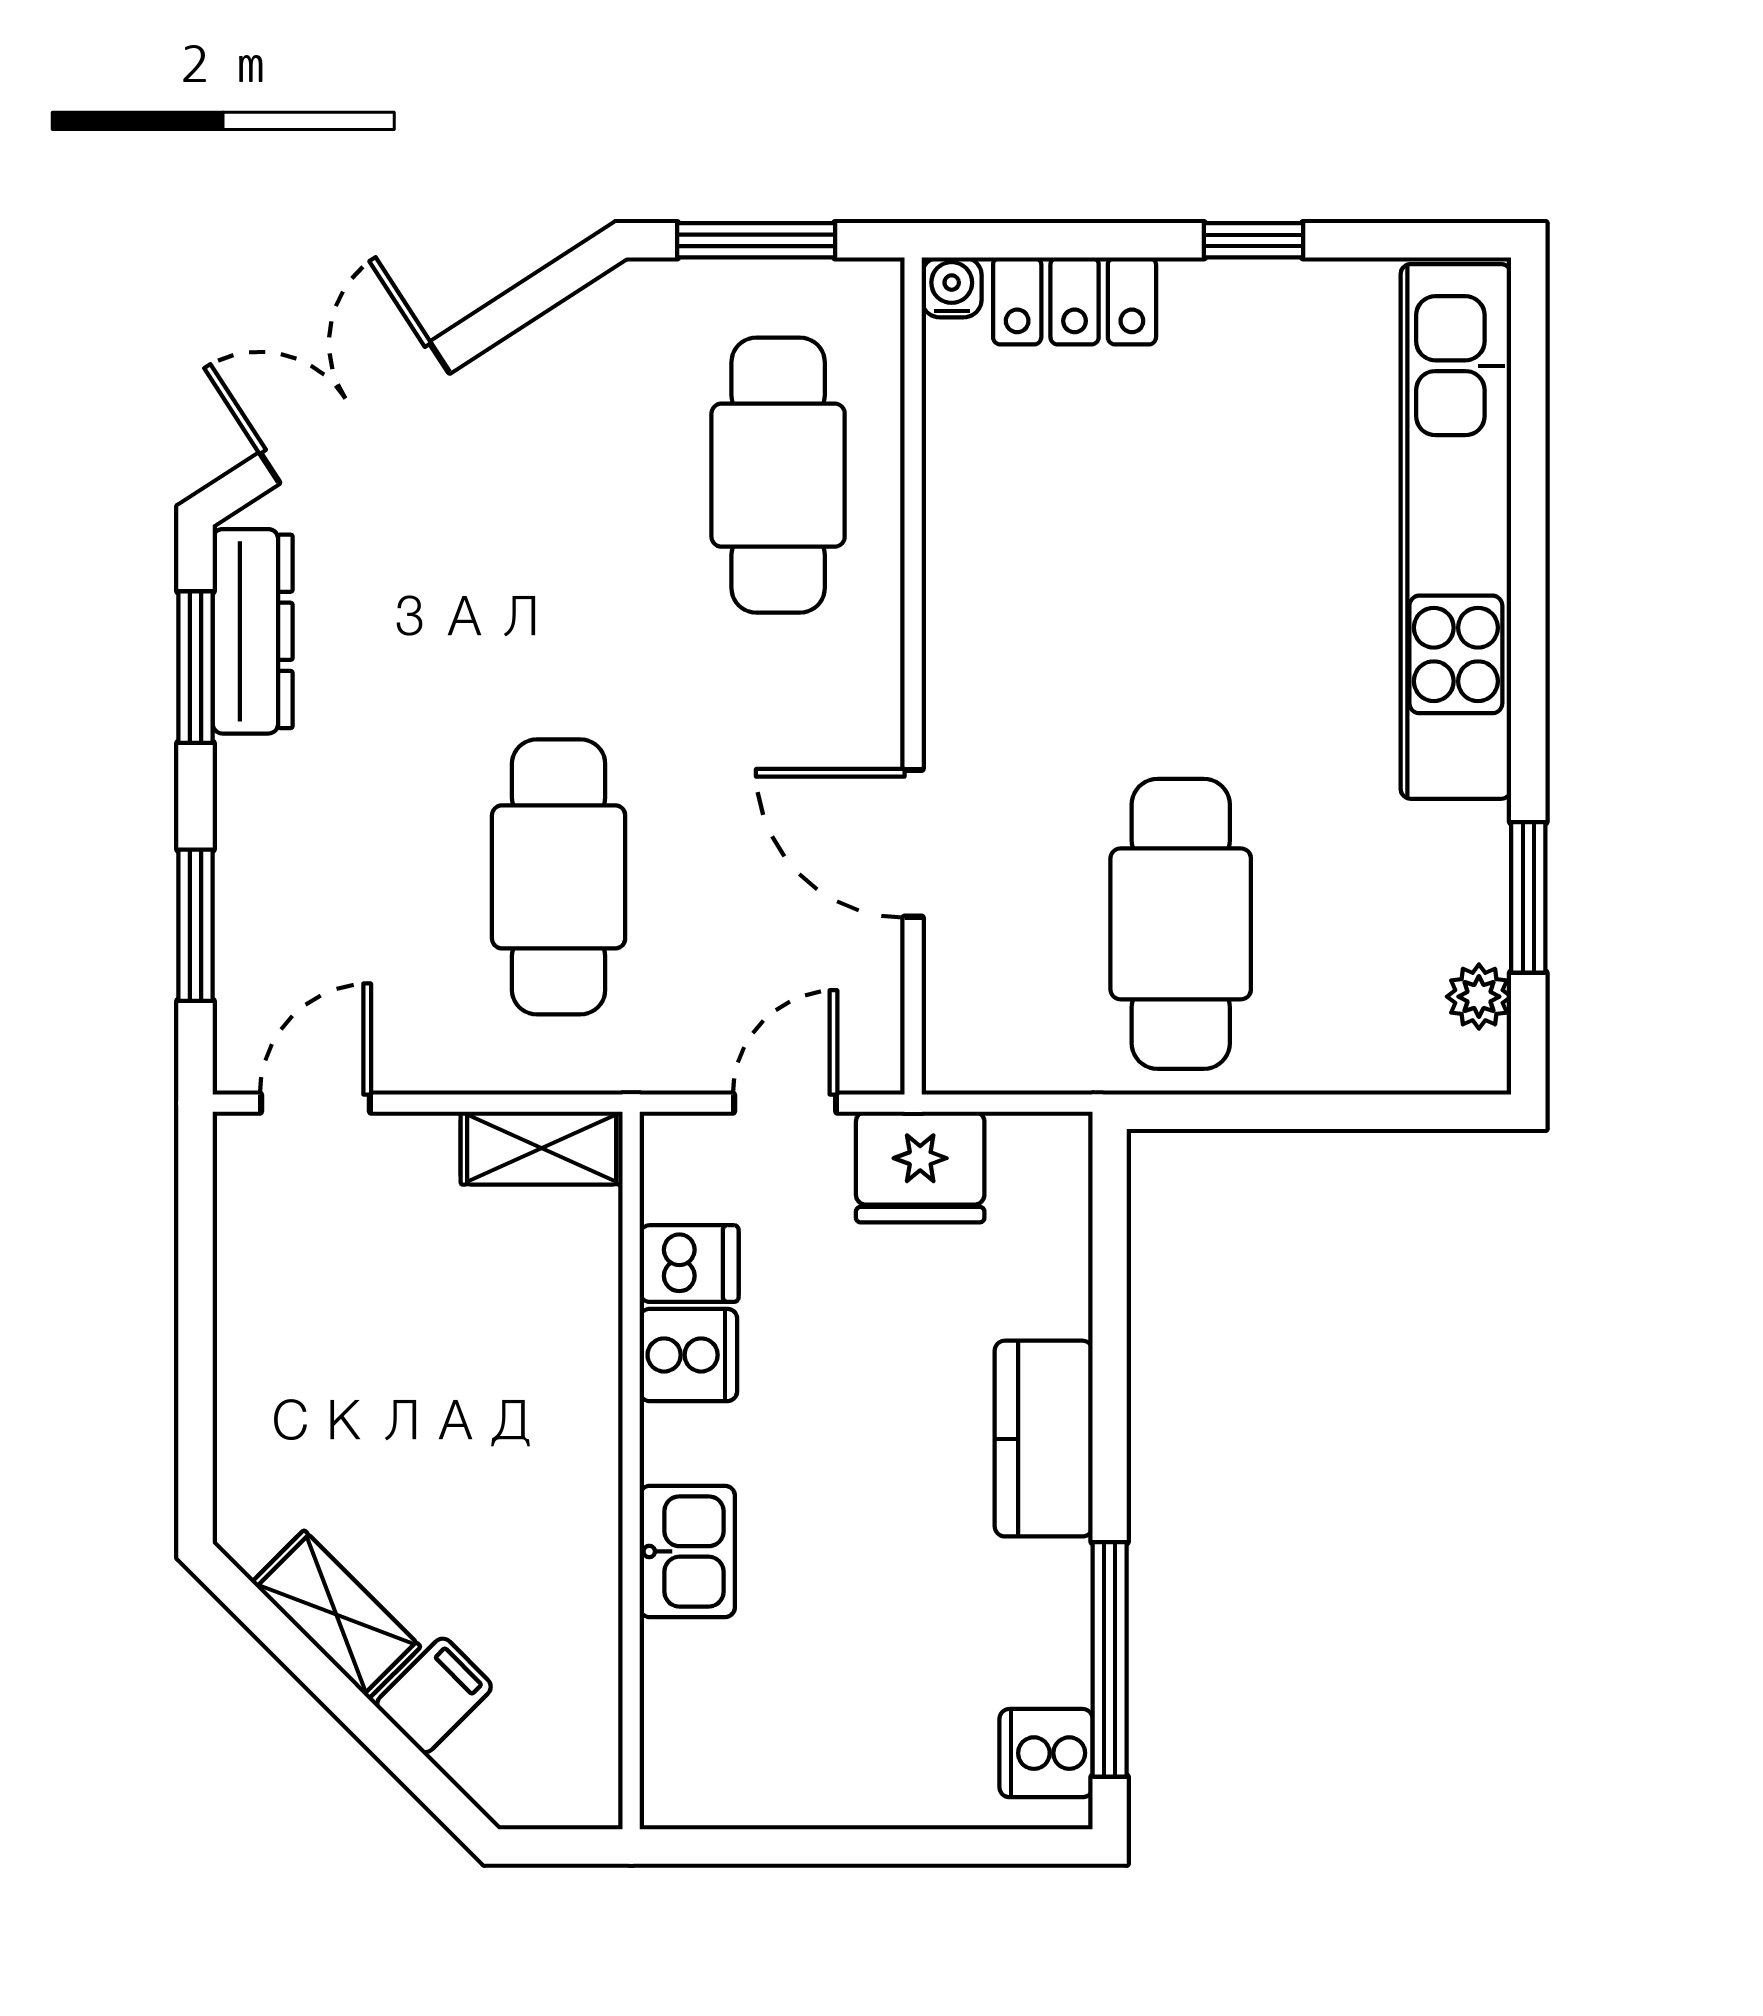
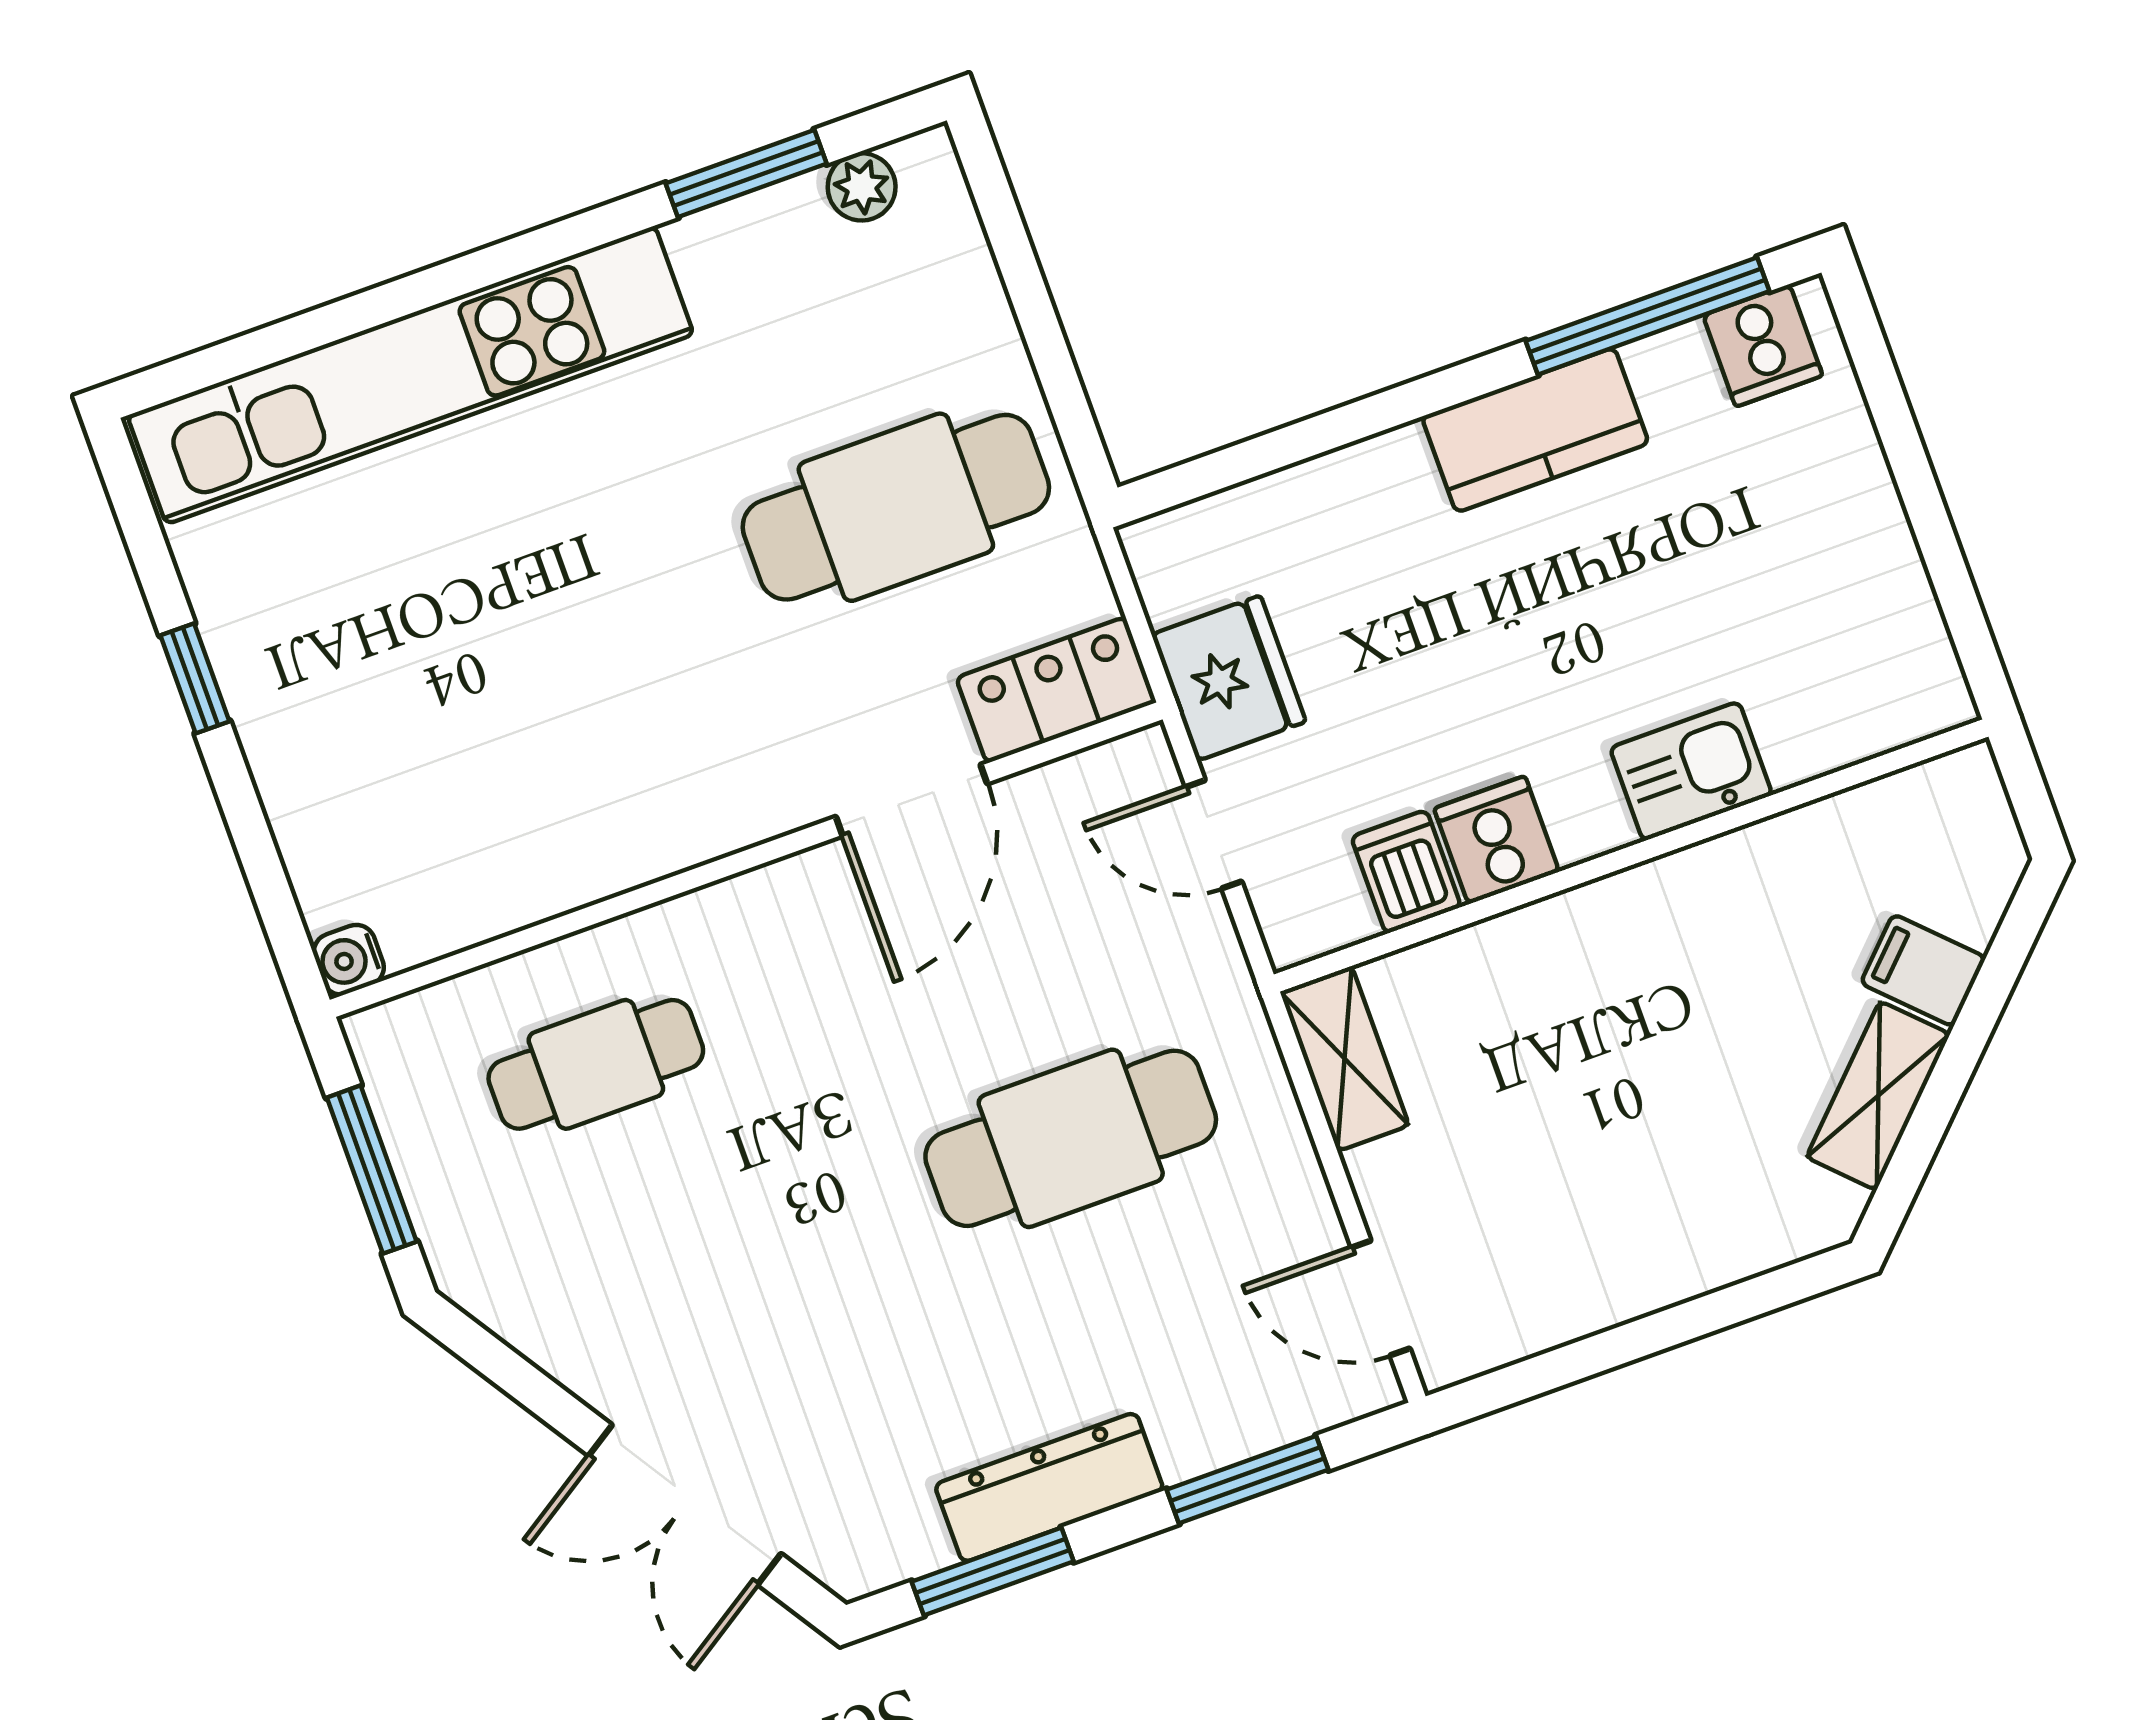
locker: (1075, 301) -> (1056, 690), moved, turned -90
cafe table: (778, 475) -> (596, 1064), width x0.73, depth x0.74
dresser: (253, 631) -> (1049, 1487), moved
kitchen counter: (1044, 1439) -> (1535, 430), moved

